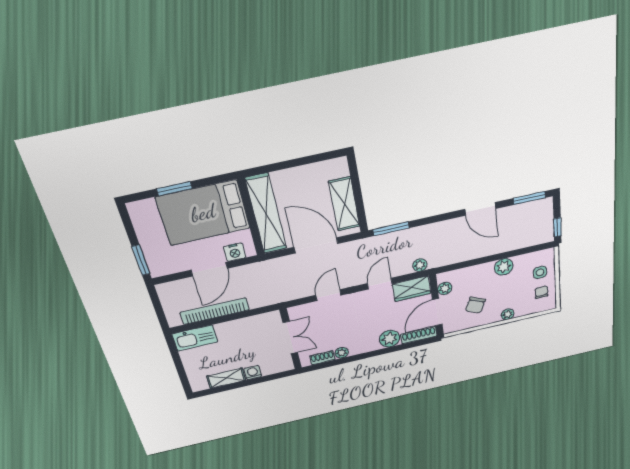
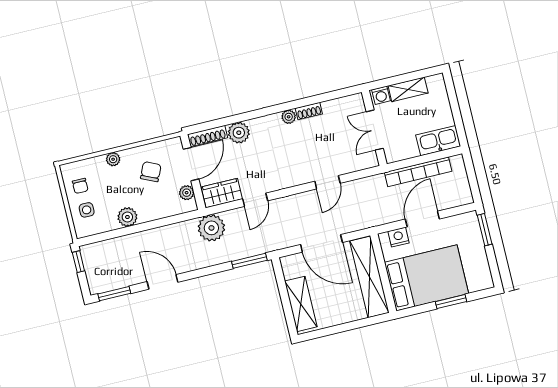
shelving: (344, 204) -> (301, 304), moved
plant: (420, 265) -> (211, 228), width x1.88, depth x1.88
door: (328, 295) -> (327, 182), moved
double door: (290, 338) -> (375, 130), moved
wall: (291, 339) -> (374, 128), moved

